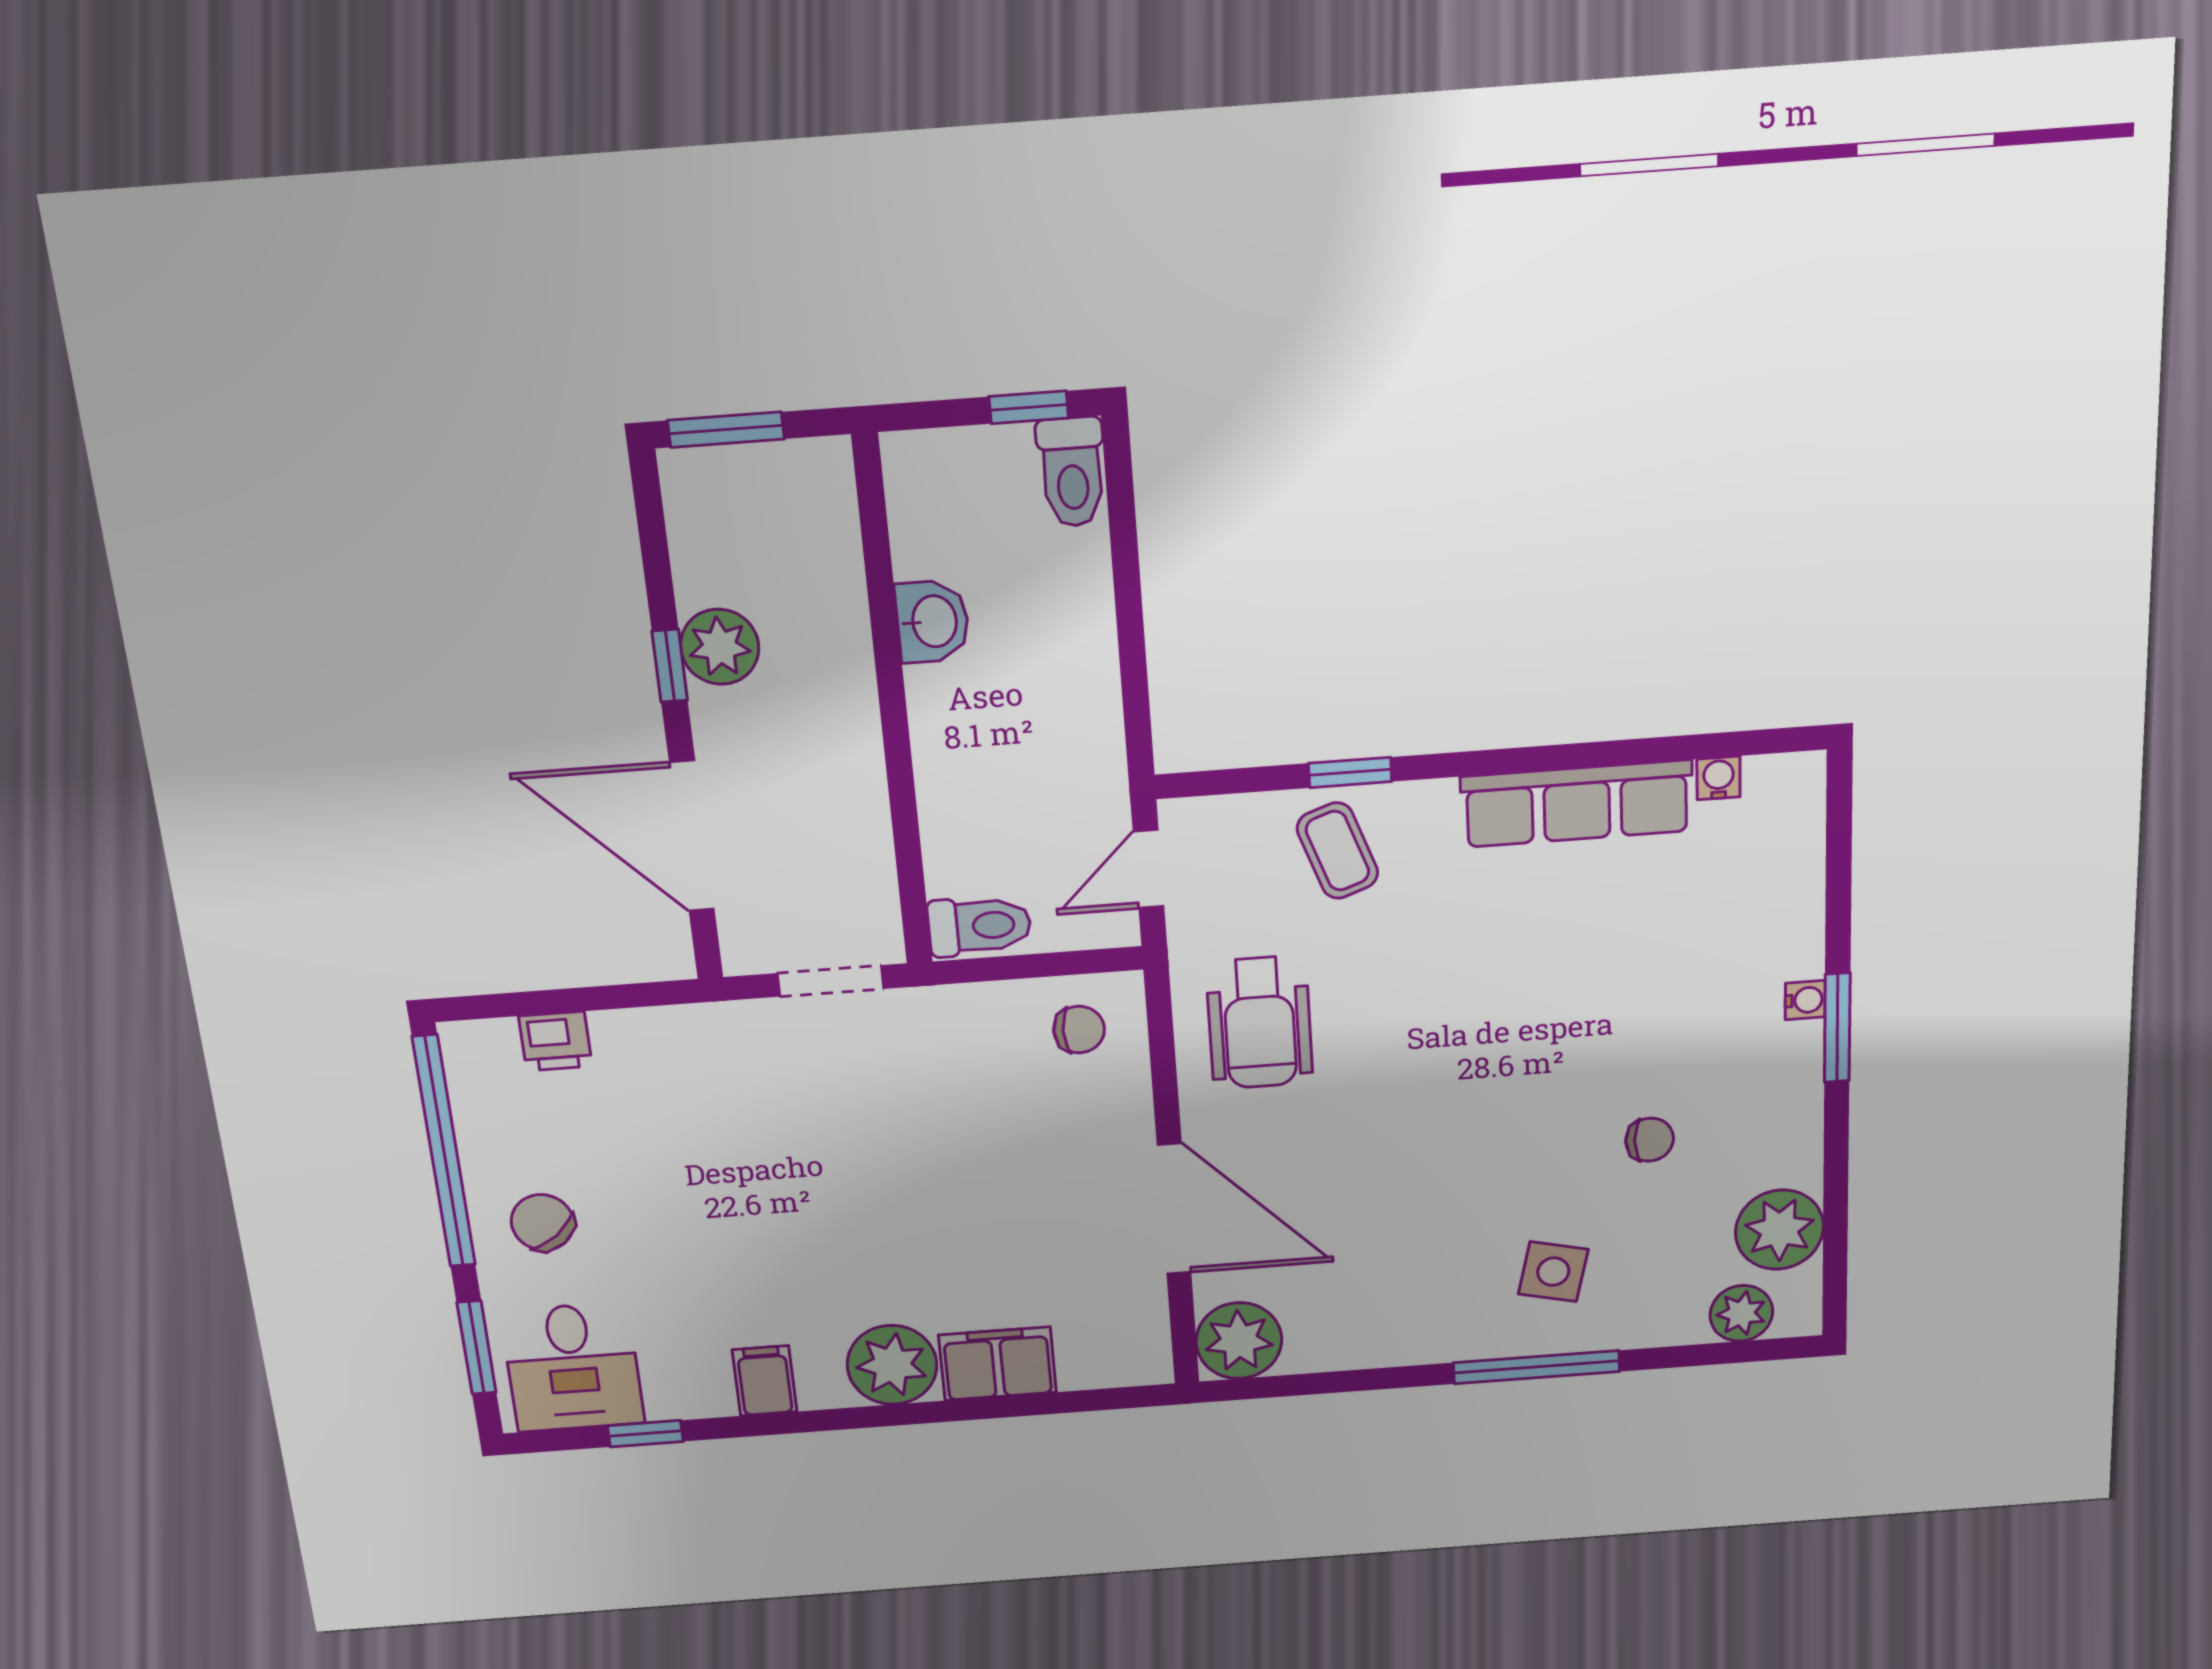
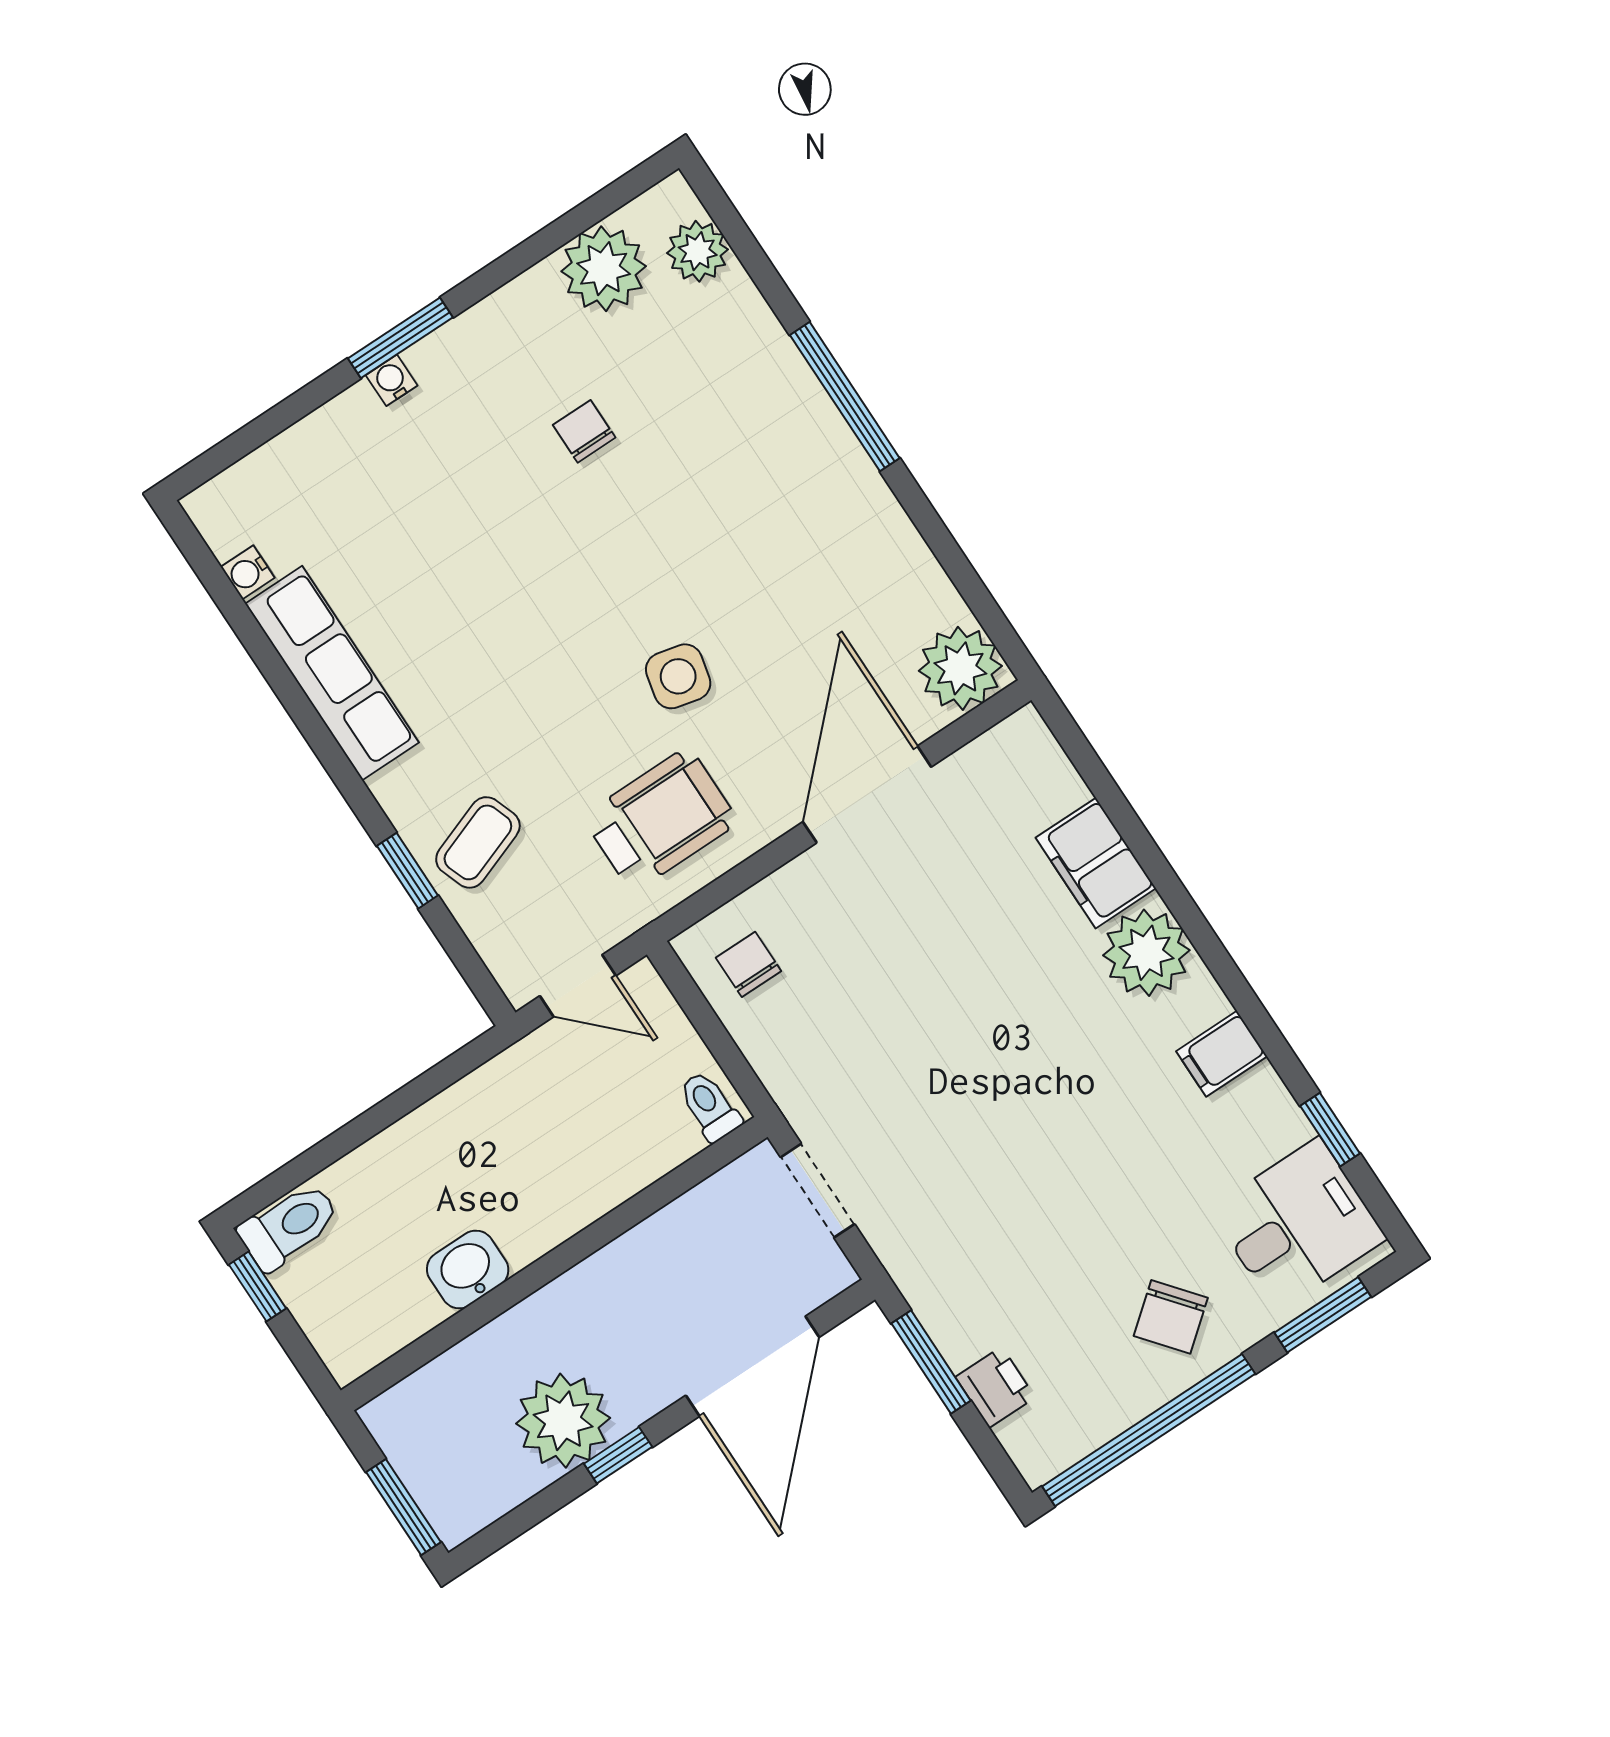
plant: (720, 647) -> (563, 1421), width x1.36, depth x1.36
toilet: (979, 926) -> (710, 1106), width x0.73, depth x0.72
window: (610, 997) -> (931, 1362), added
side table: (1553, 1272) -> (678, 676), moved

